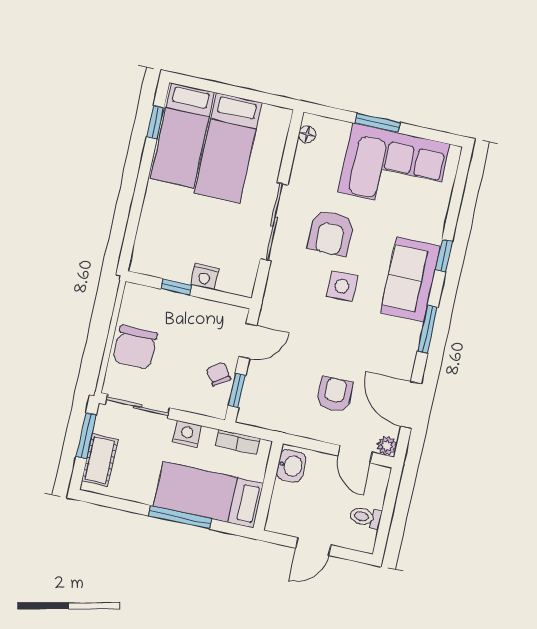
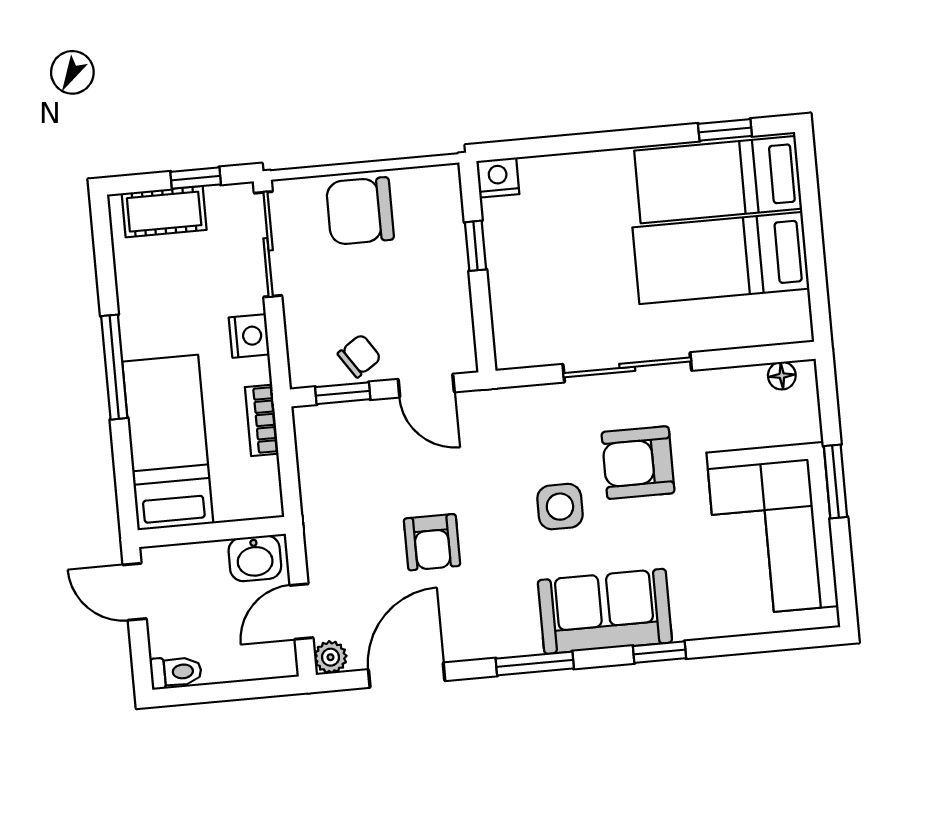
nightstand: (205, 277) -> (498, 178), moved, turned 90
armchair: (335, 394) -> (432, 542), moved, turned 90
window: (86, 436) -> (196, 178), width x0.67
washbasin: (291, 466) -> (255, 558), moved
wall: (268, 486) -> (212, 532), moved
bed: (209, 495) -> (168, 443), moved
toilet: (365, 517) -> (176, 672), moved, turned 90

